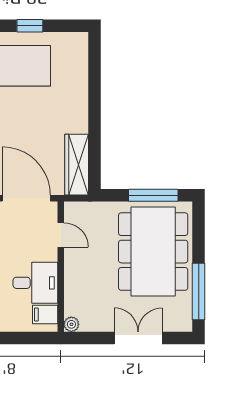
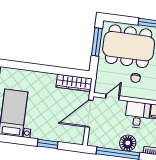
chair: (99, 271) -> (136, 78), added

